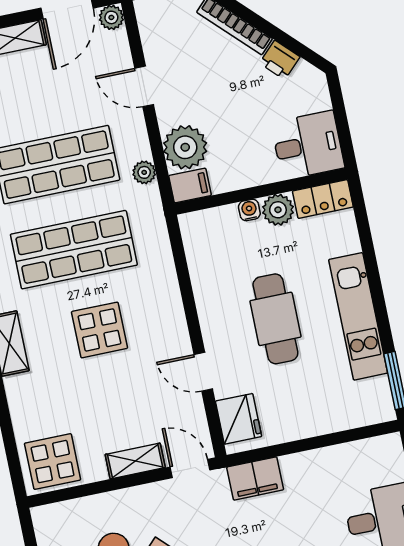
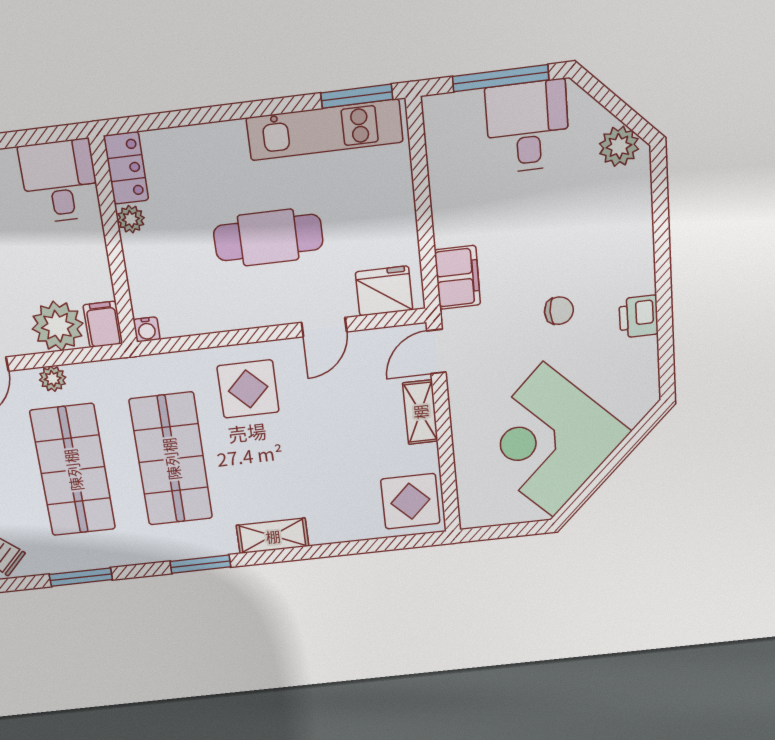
plant: (144, 172) -> (53, 379), moved
water cooler: (249, 210) -> (147, 329), moved, turned -90
plant: (278, 210) -> (131, 219), width x0.73, depth x0.73
kitchen unit: (358, 316) -> (325, 130), moved
display table: (99, 330) -> (248, 389), moved

